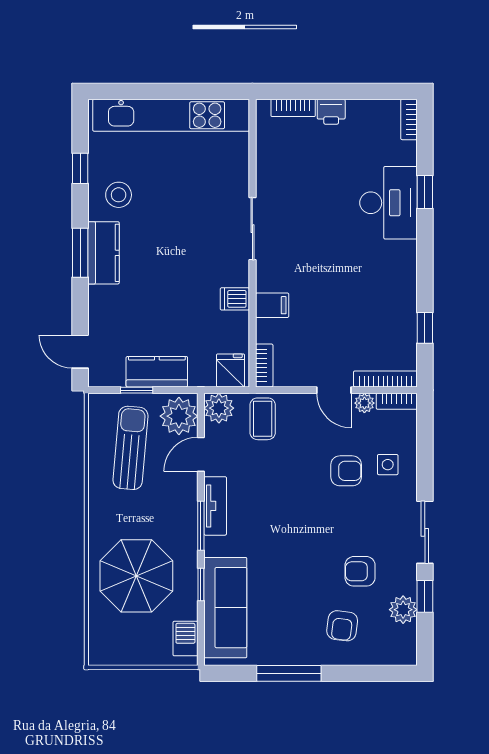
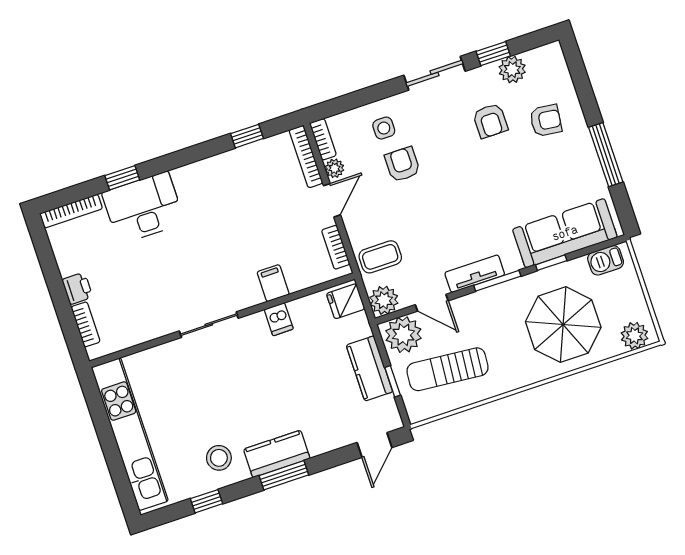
bookcase: (409, 119) -> (71, 211), width x1.56
bookcase: (264, 365) -> (336, 247), moved, turned -90
plant: (102, 642) -> (634, 336), added

